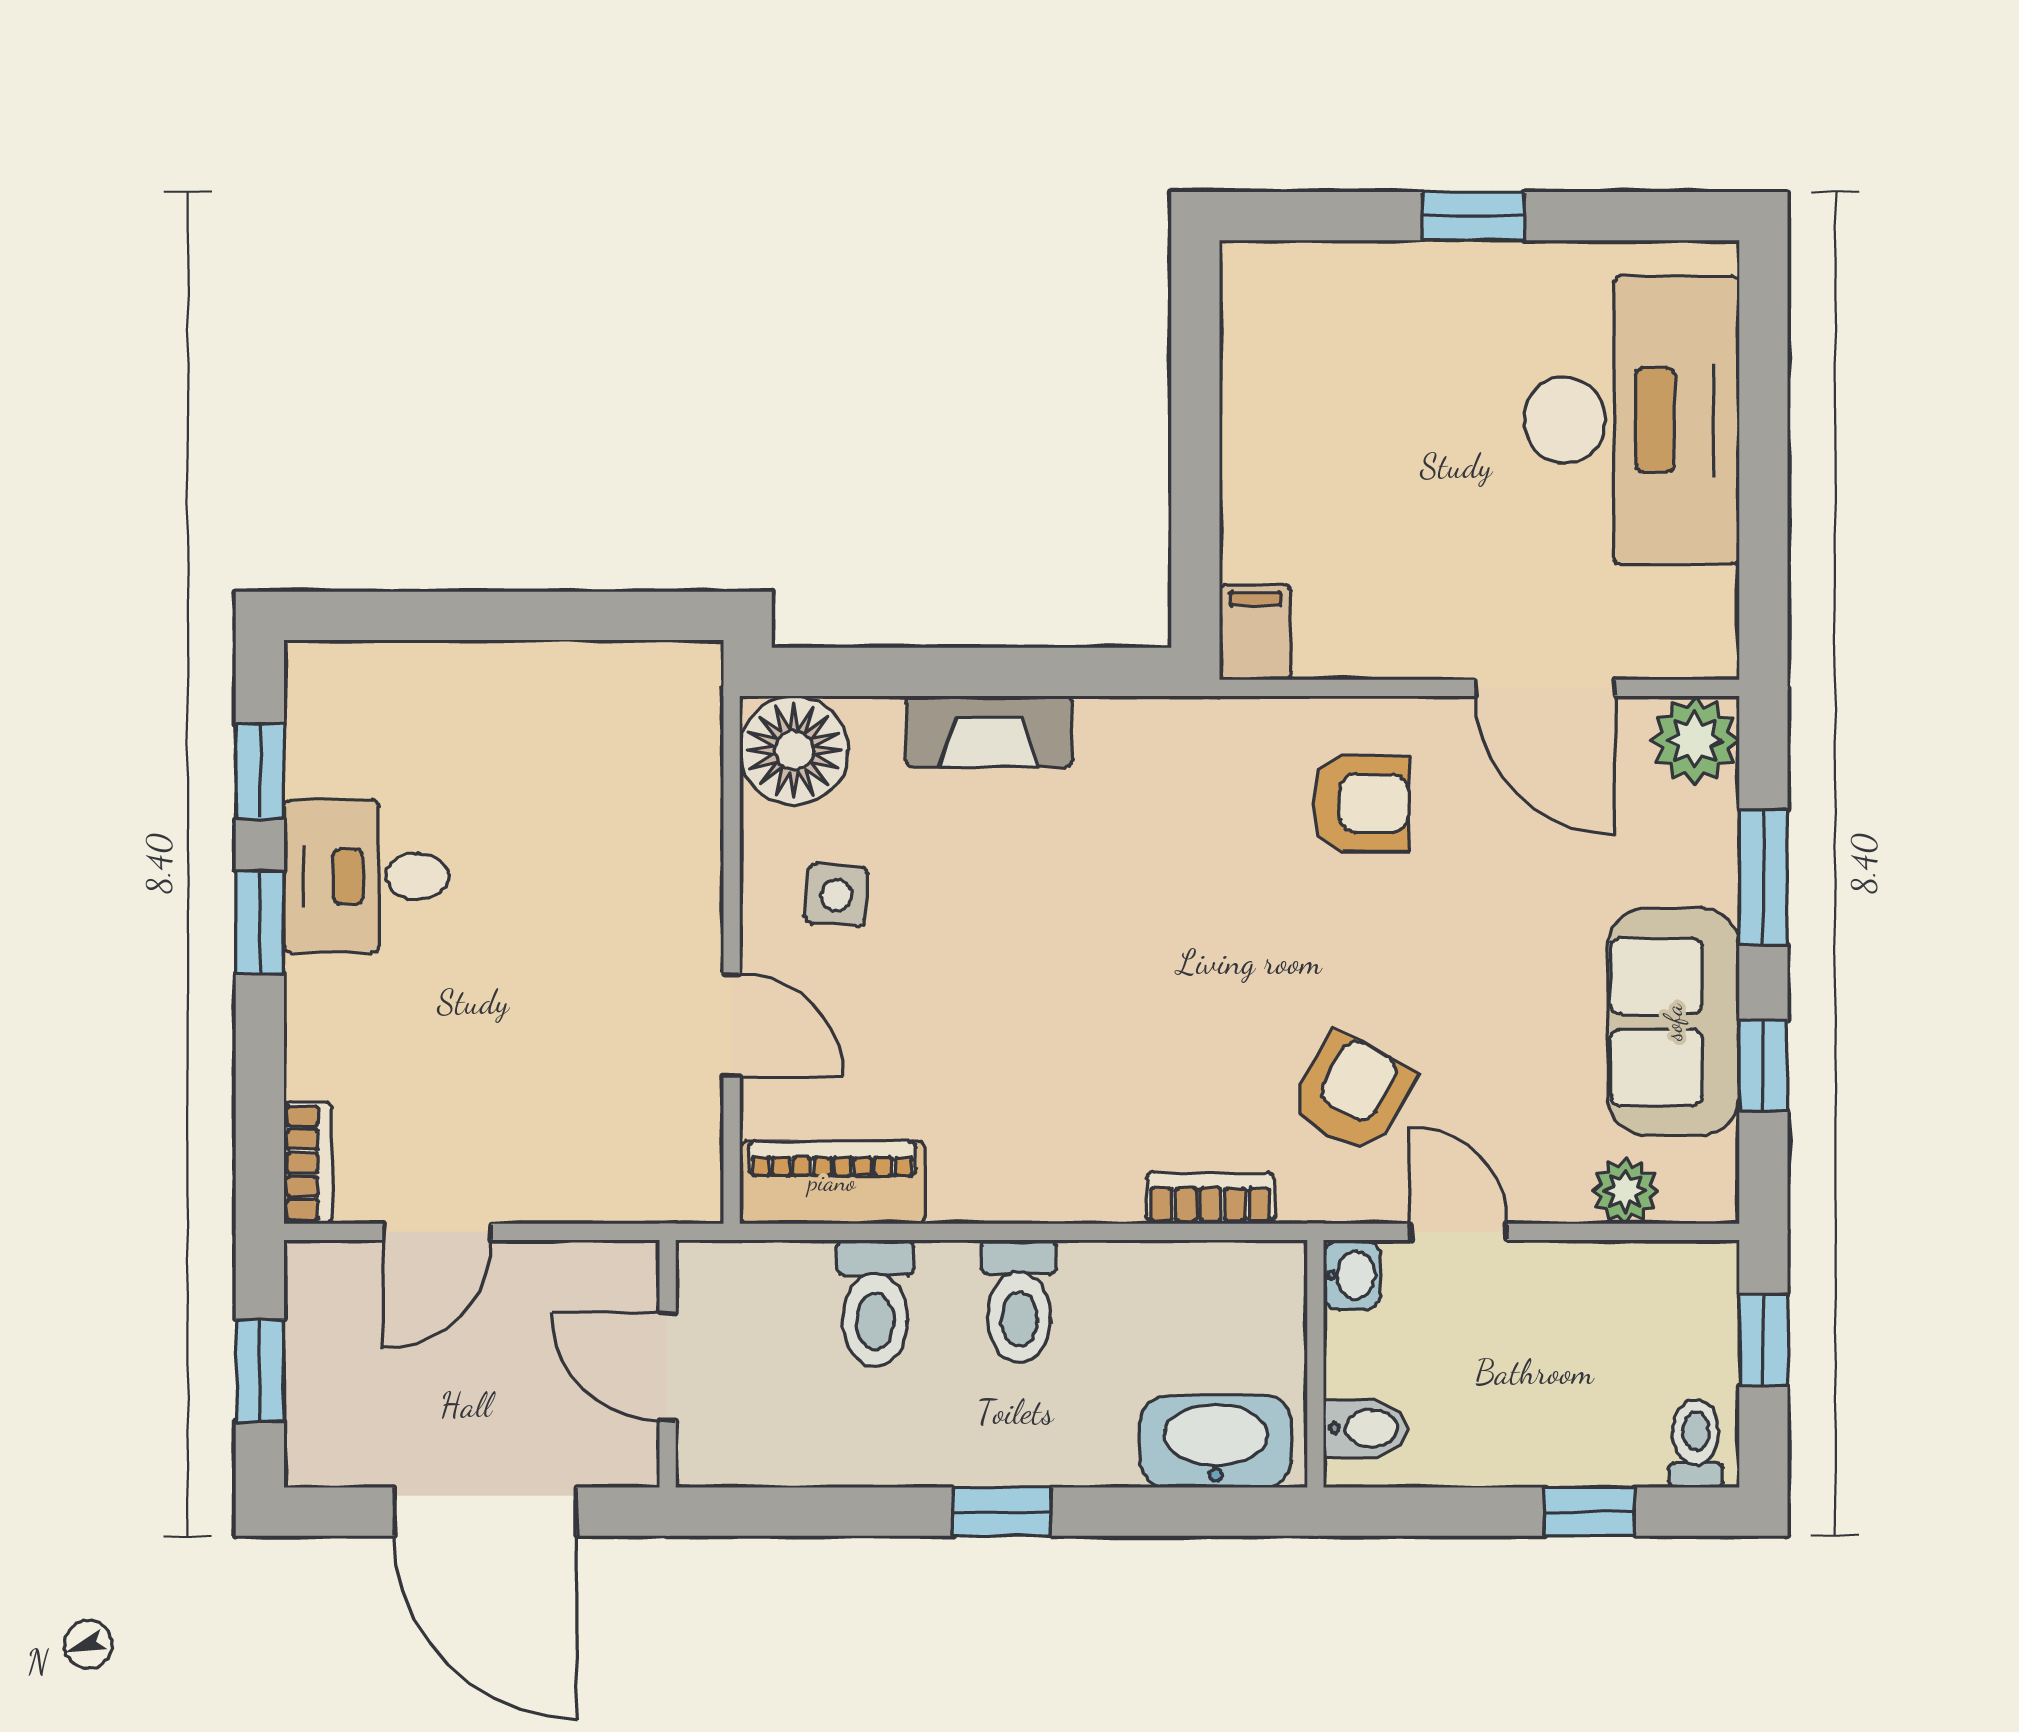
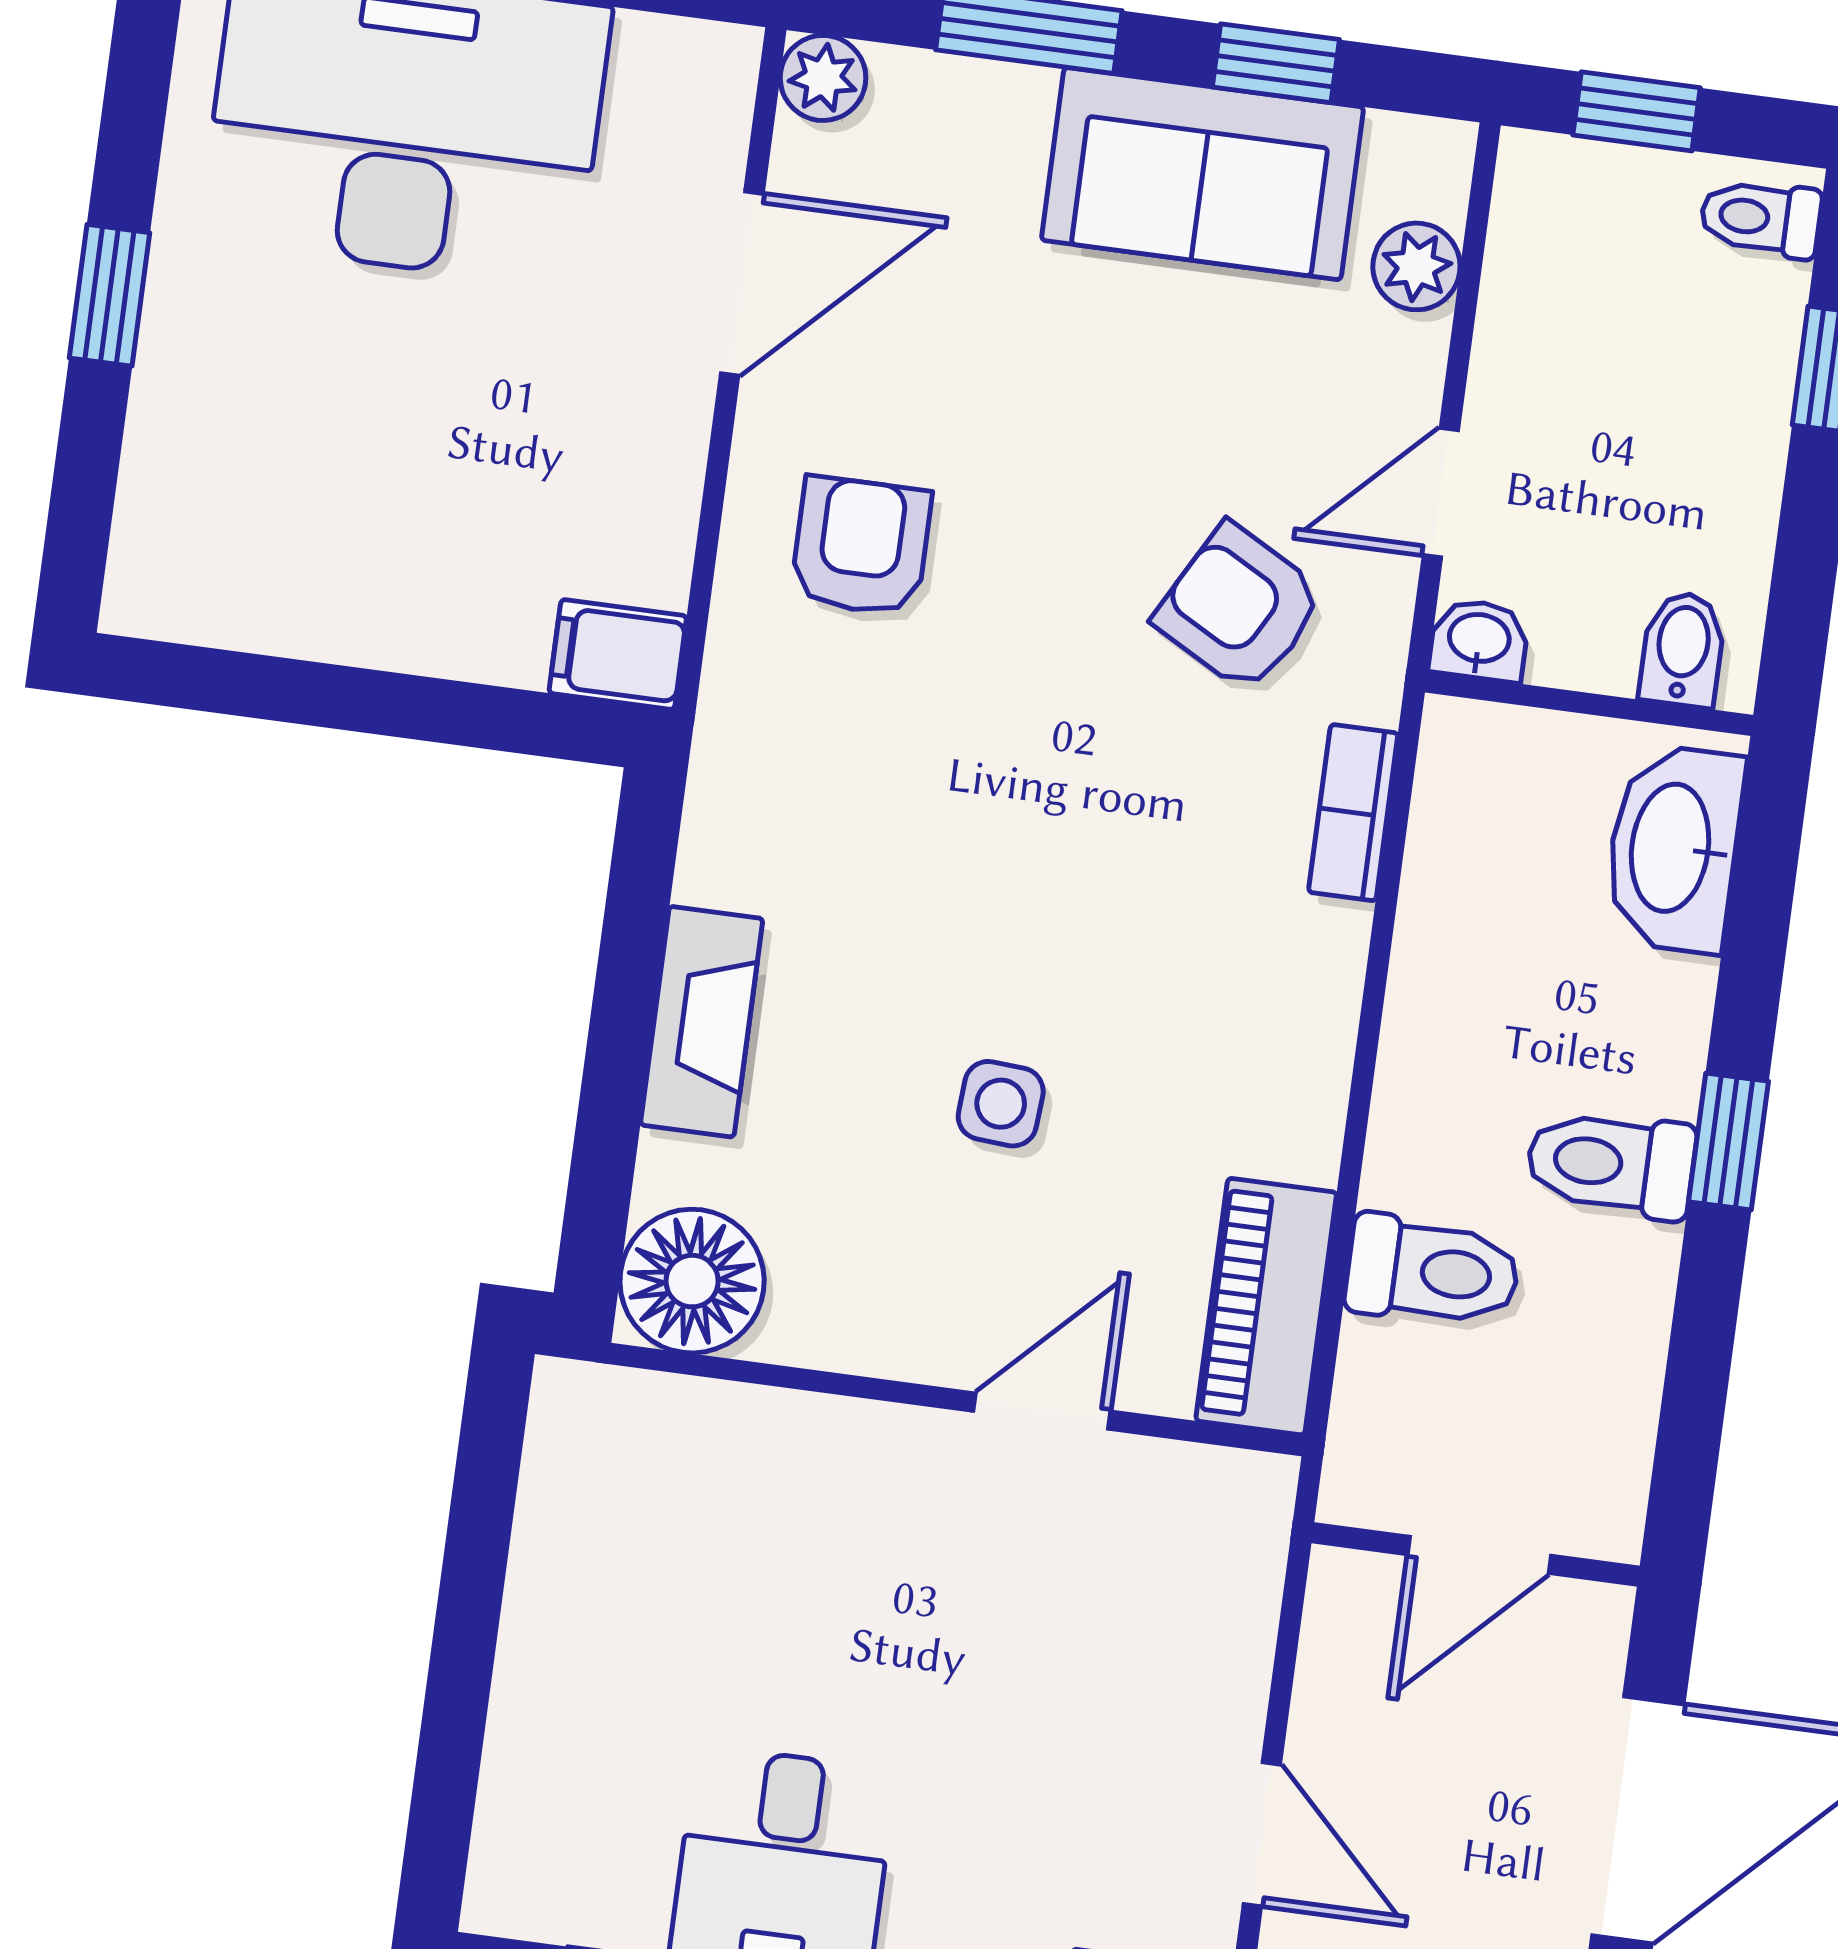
plant: (1695, 740) -> (823, 78), width x0.73, depth x0.73
side table: (836, 895) -> (1001, 1104), moved
toilet: (1019, 1302) -> (1611, 1164), moved, turned 180

